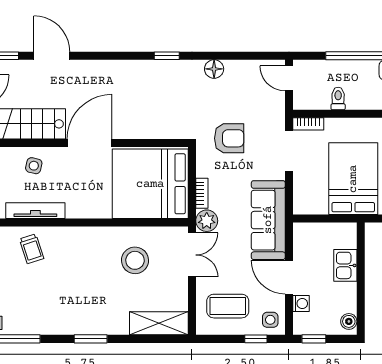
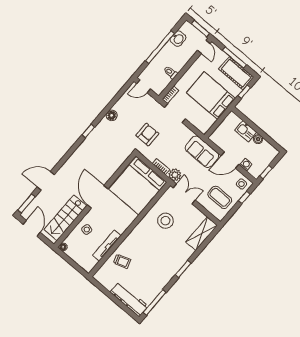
sofa: (268, 220) -> (202, 152), width x0.73
coffee table: (228, 306) -> (220, 197), turned 90
boiler: (349, 321) -> (258, 139), moved

